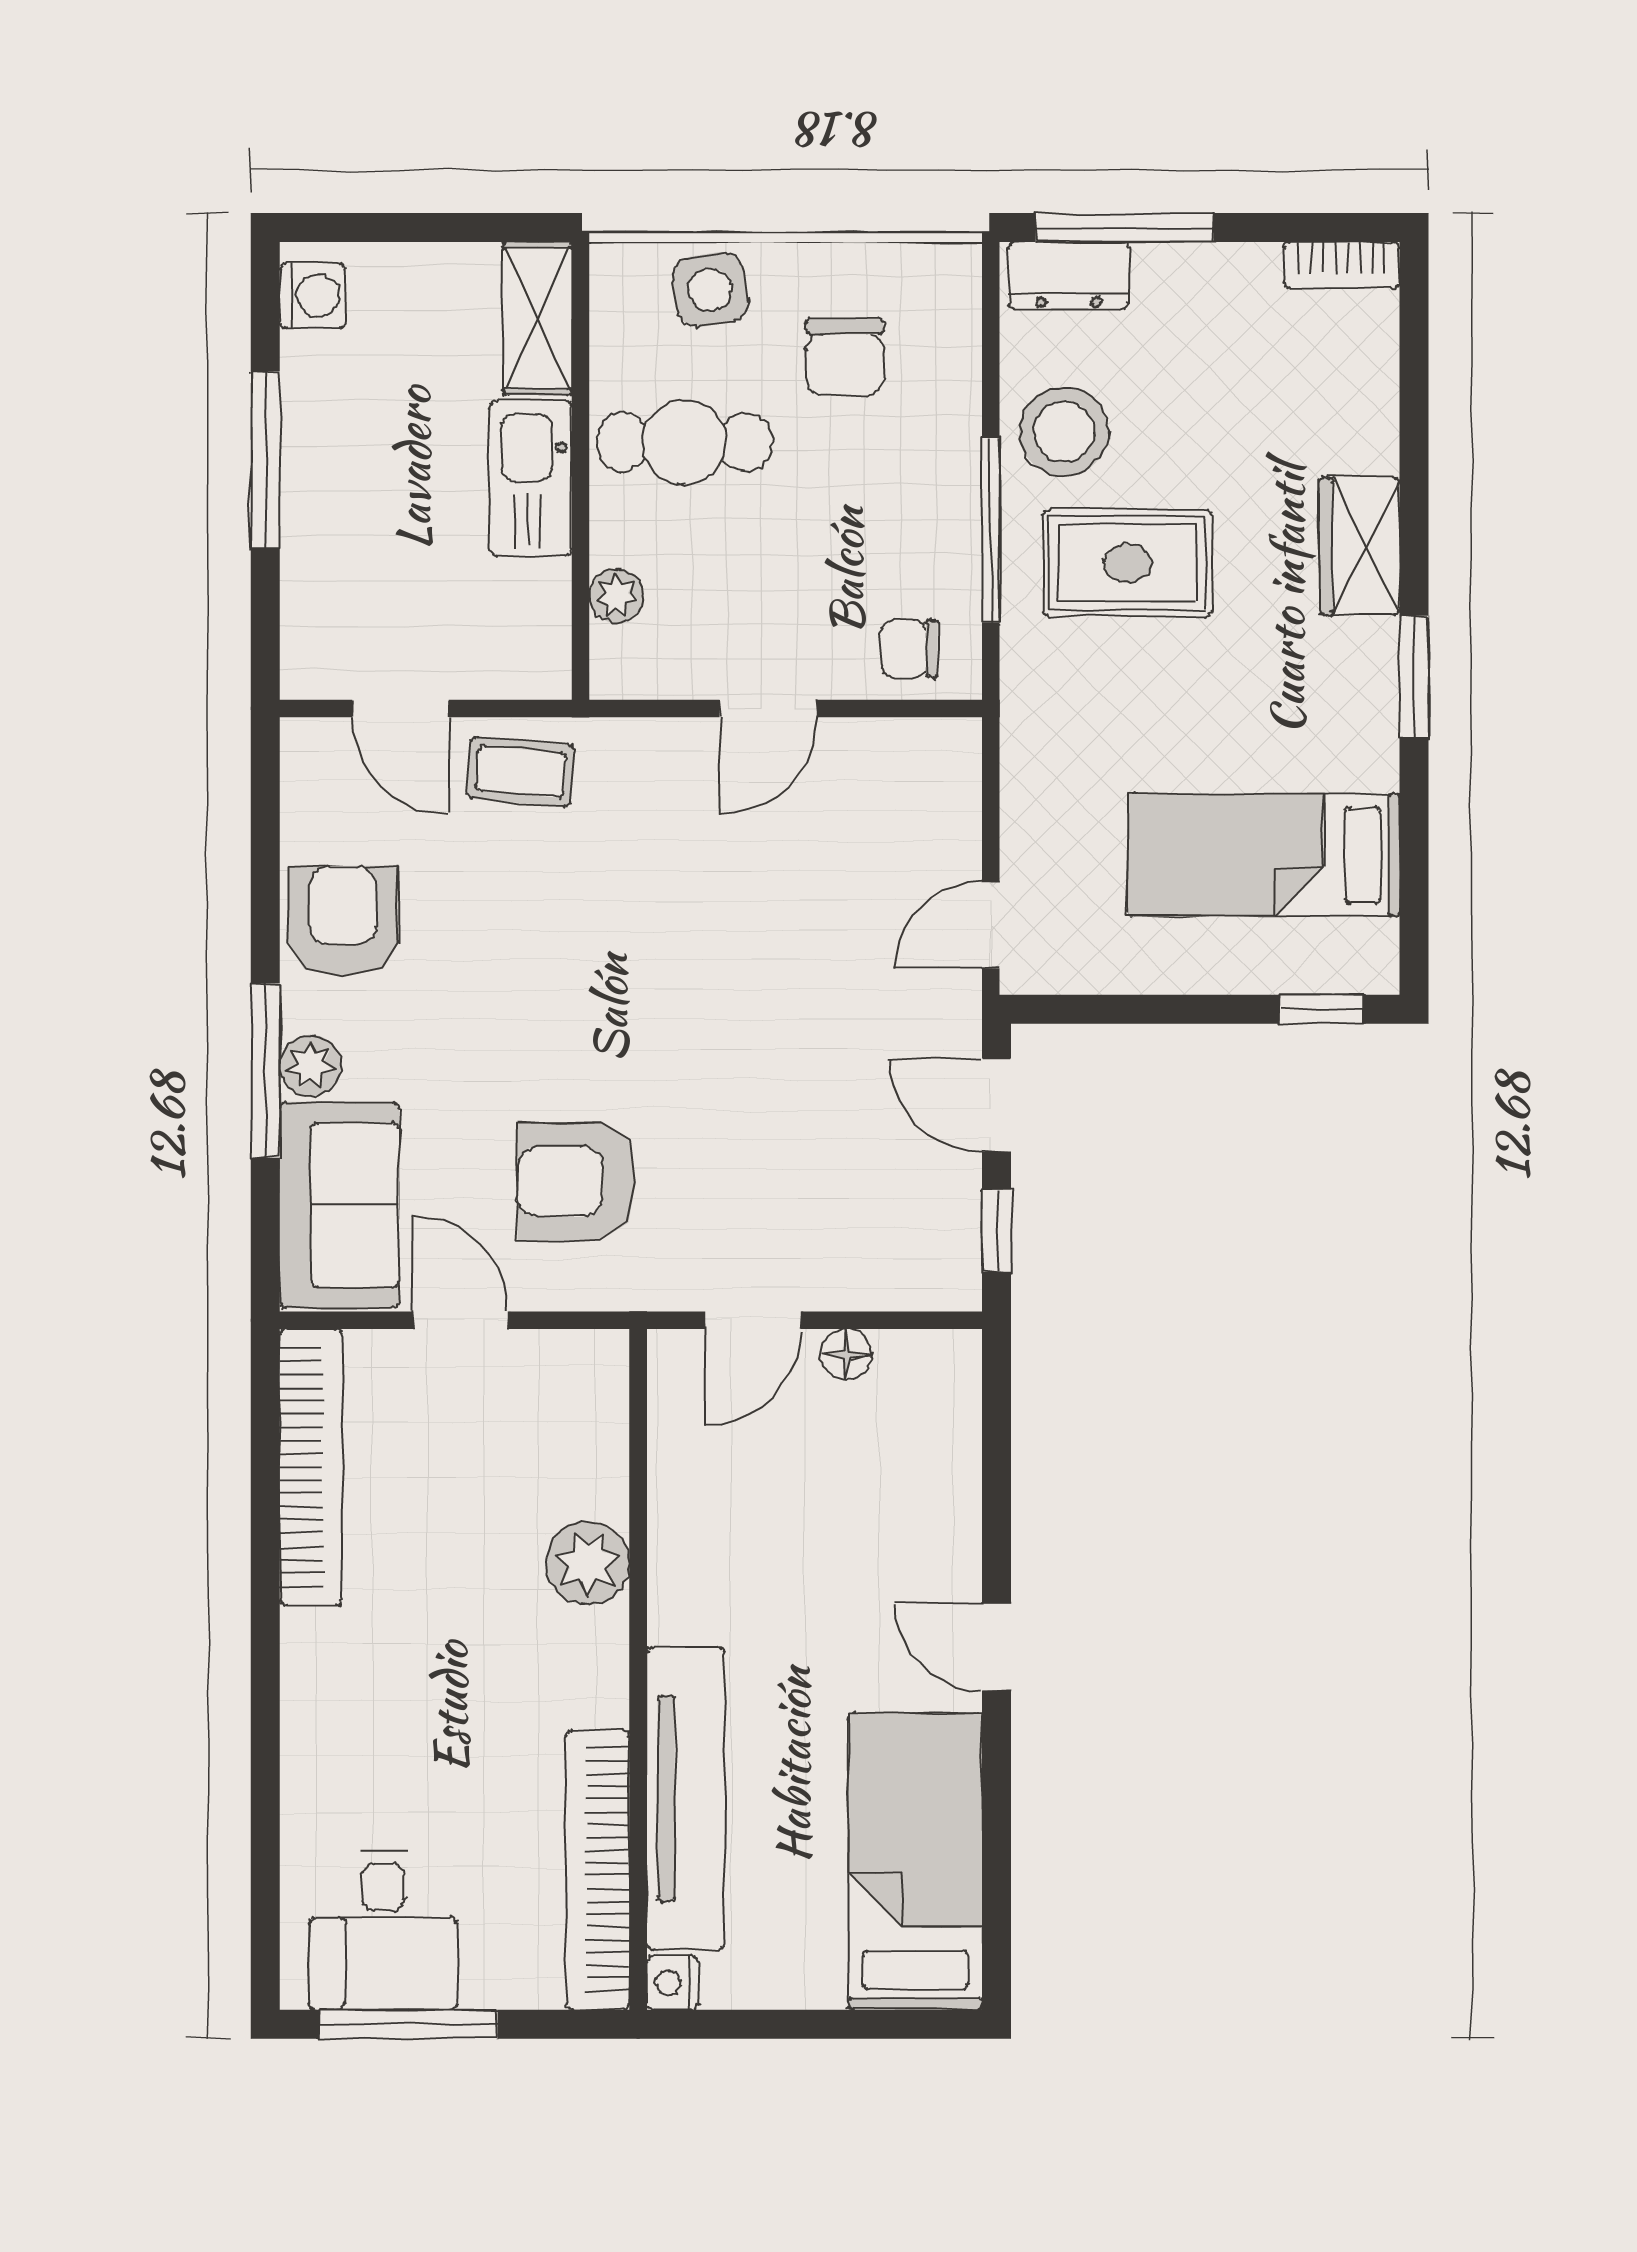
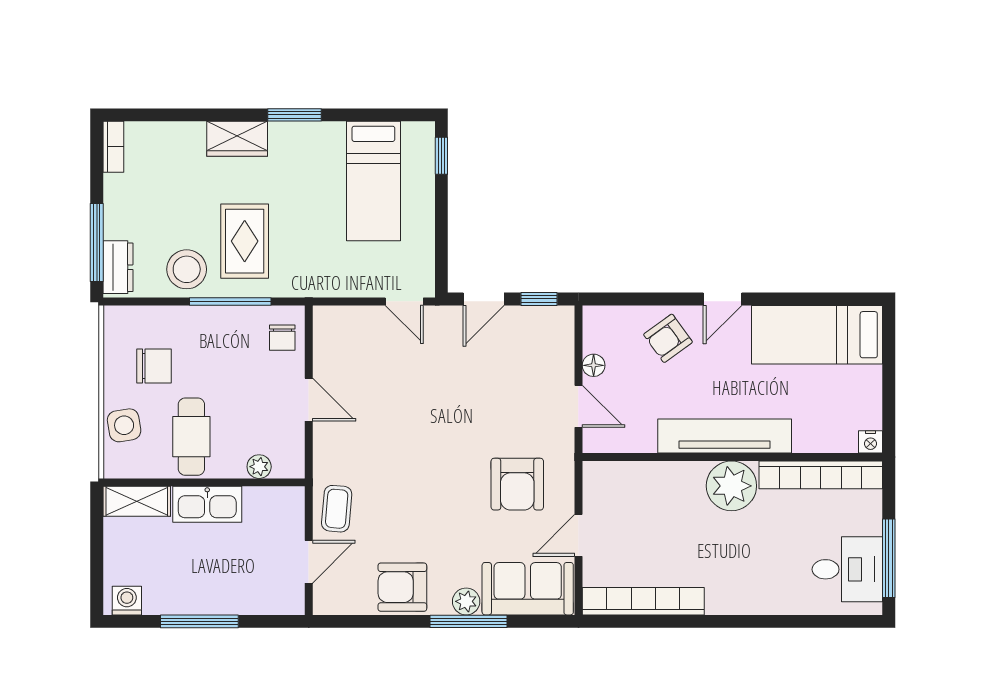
armchair: (907, 1523) -> (668, 338), added
plant: (588, 1563) -> (731, 486), moved, width x1.36, depth x1.36
tv unit: (686, 1798) -> (725, 436), moved

